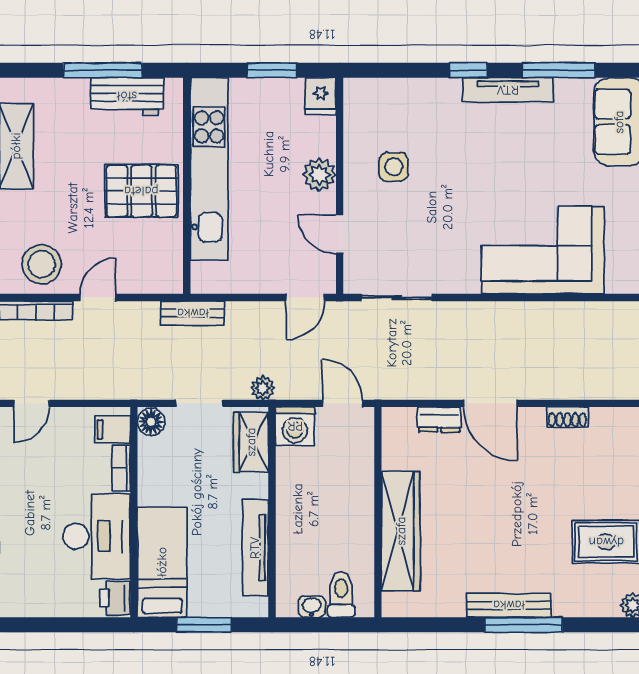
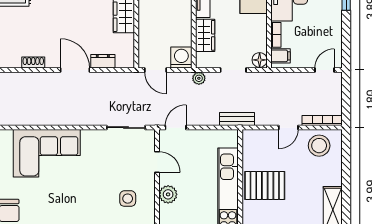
wardrobe: (251, 442) -> (205, 35), moved

